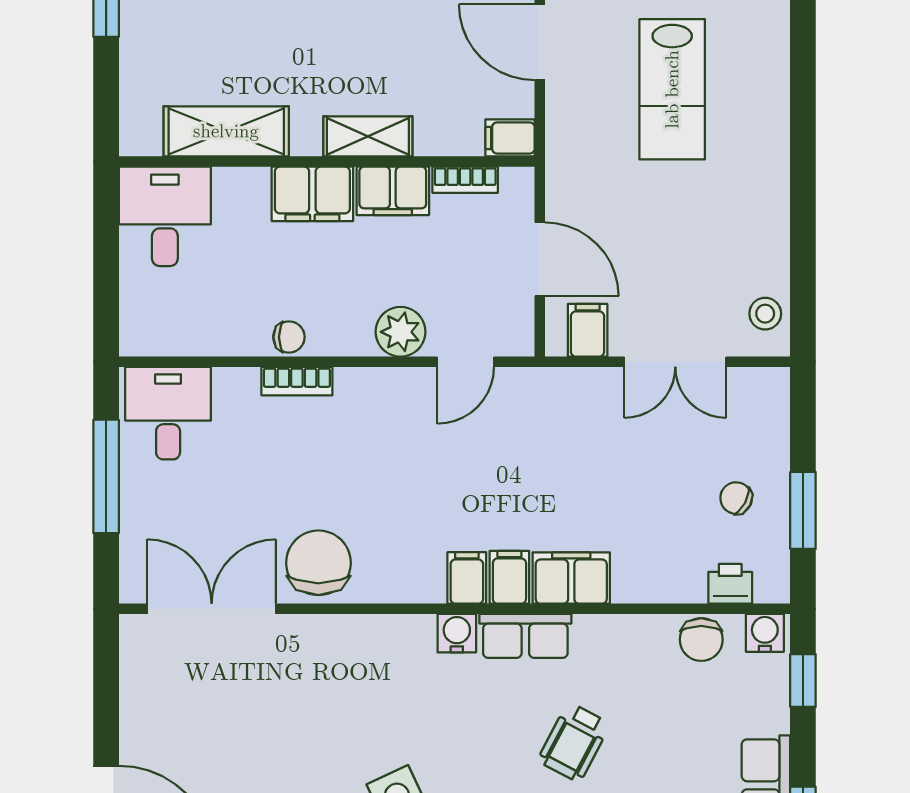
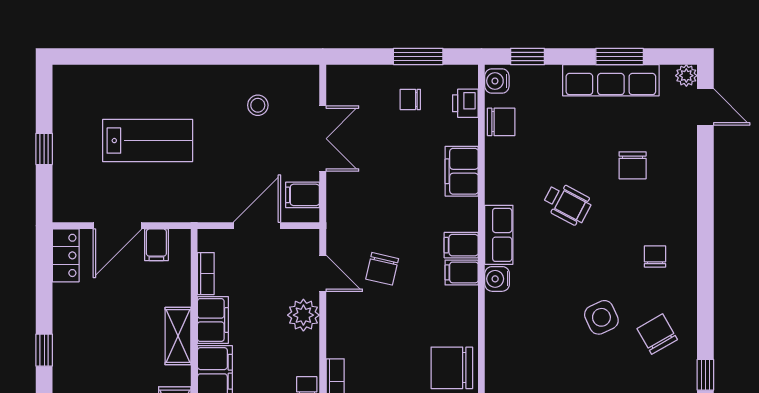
filing cabinet: (510, 138) -> (156, 245), moved
stool: (765, 314) -> (258, 105), moved
chair: (473, 454) -> (382, 269), added
chair: (736, 498) -> (410, 99), turned 62
filing cabinet: (571, 578) -> (462, 171), moved

